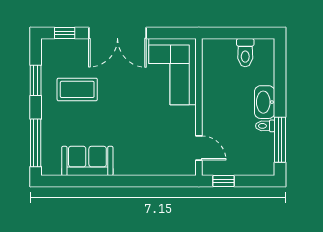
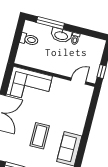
coffee table: (77, 89) -> (40, 136), moved
window: (280, 140) -> (50, 23), moved

